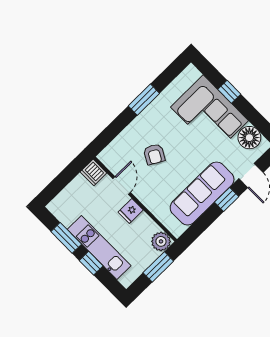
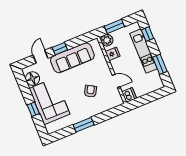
door: (122, 186) -> (116, 81), swing flipped
fridge: (131, 211) -> (113, 54), moved
window: (91, 263) -> (147, 34), moved

